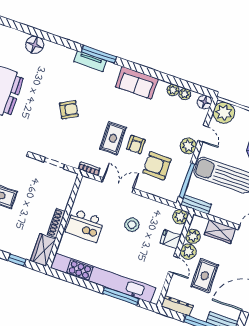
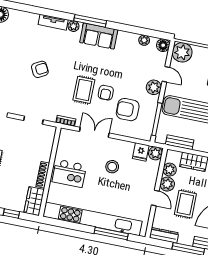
window: (99, 54) -> (90, 21), moved
plant: (173, 90) -> (73, 26), moved
bench: (196, 204) -> (180, 142), moved
fridge: (171, 239) -> (141, 152), moved, turned -90

